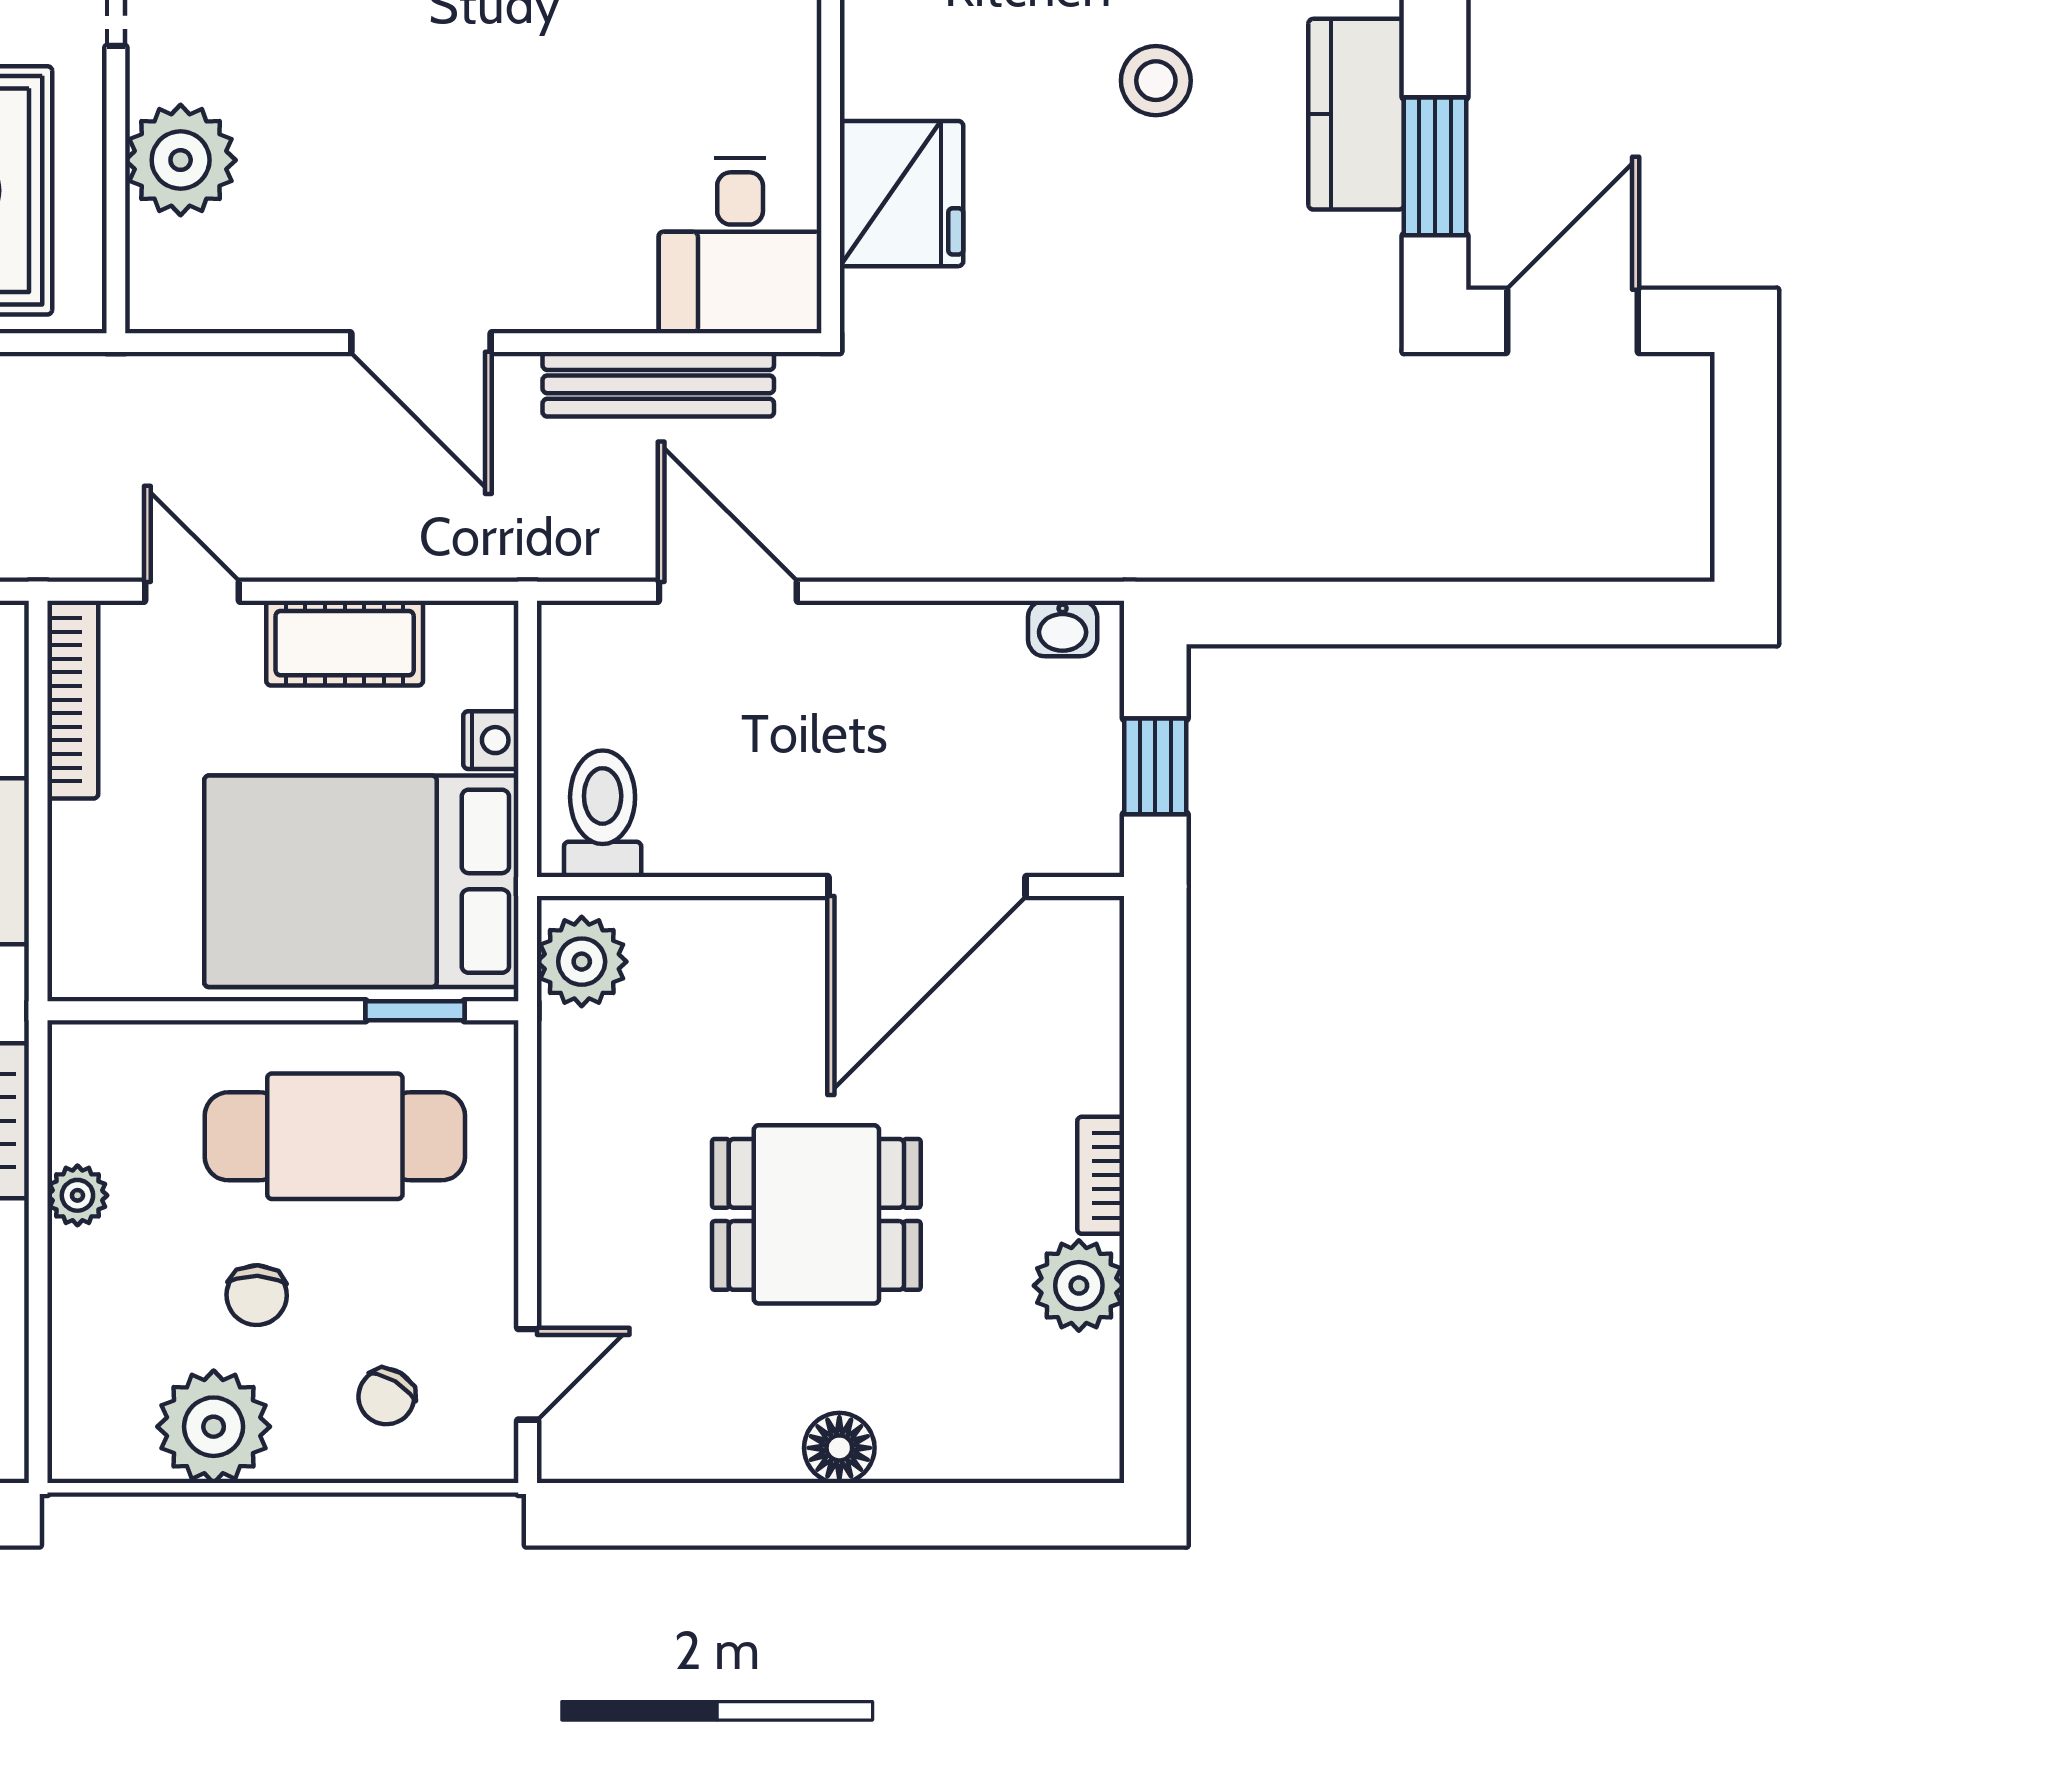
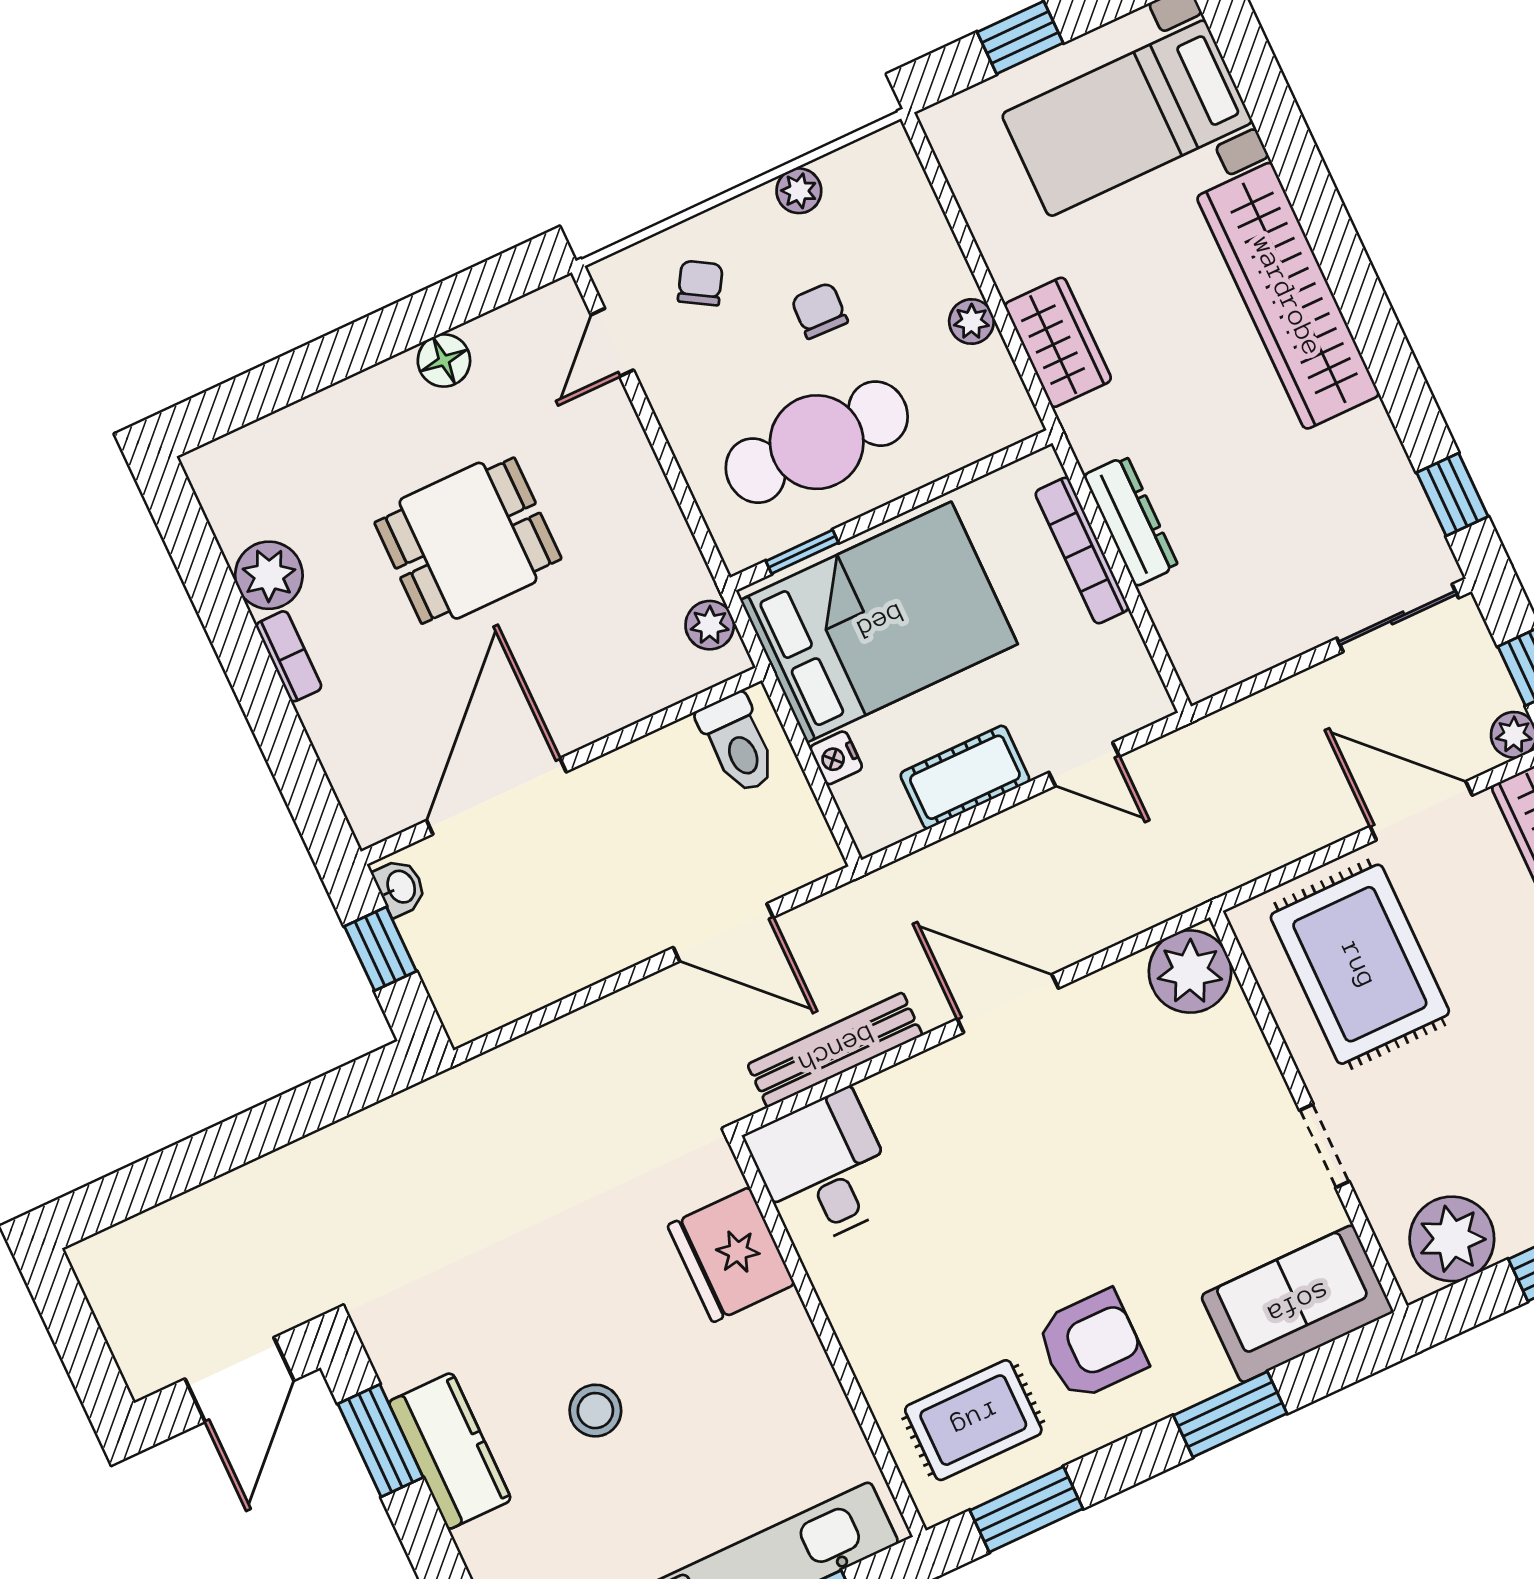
plant: (181, 160) -> (1190, 972), moved
washbasin: (1063, 628) -> (400, 887), moved, turned 90
bookcase: (73, 700) -> (1082, 551), moved
plant: (582, 962) -> (710, 625), width x0.73, depth x0.73
plant: (214, 1427) -> (799, 191), width x0.53, depth x0.53
floor lamp: (839, 1448) -> (444, 360), moved

